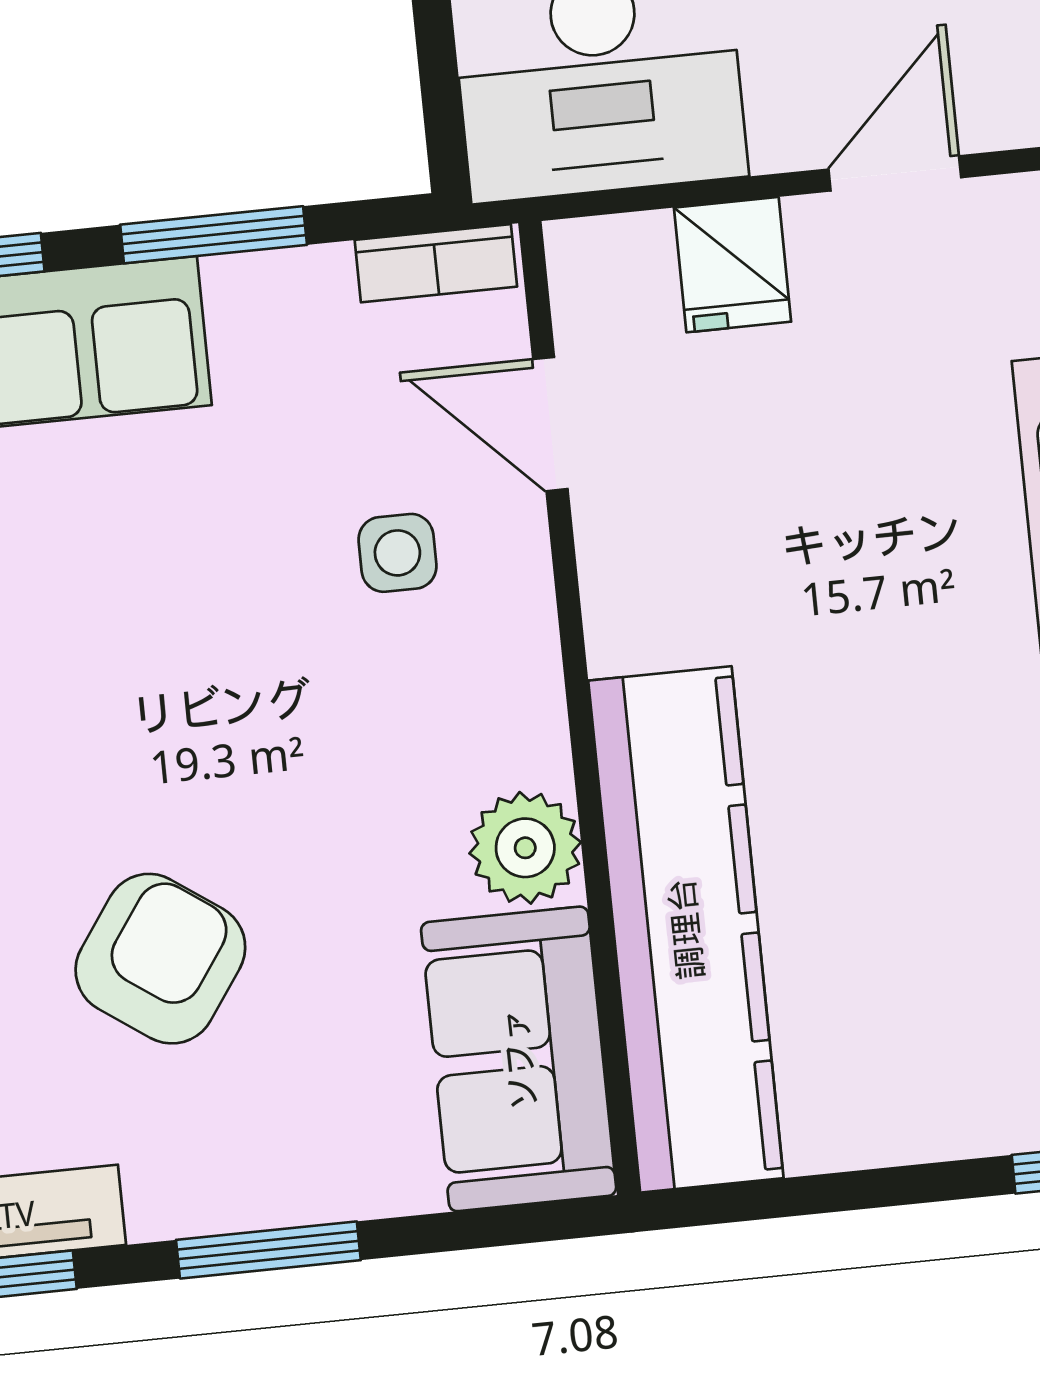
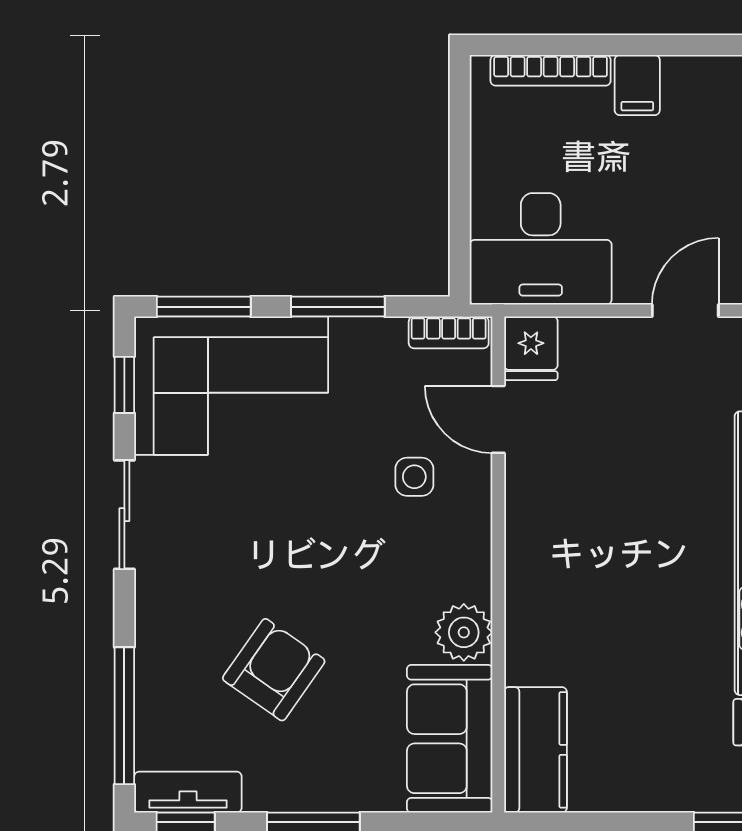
fridge: (732, 265) -> (531, 348), moved
kitchen counter: (686, 929) -> (536, 750), width x0.48, depth x0.86

